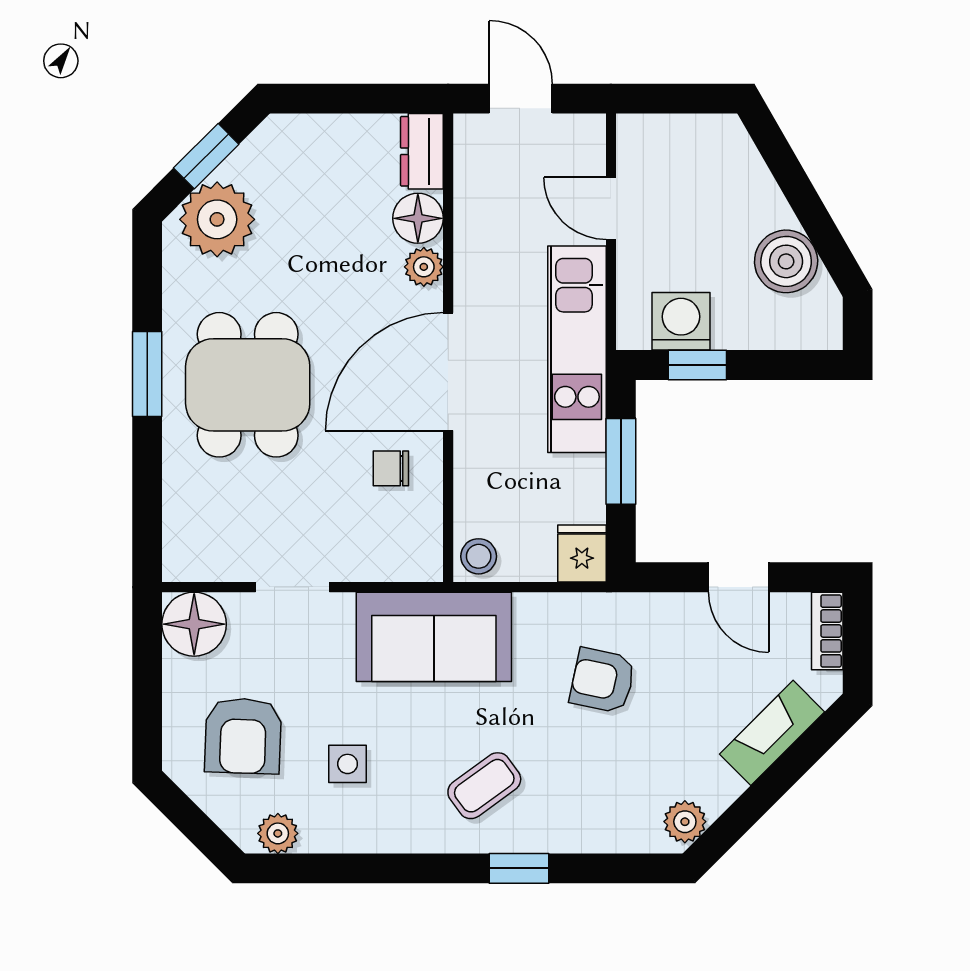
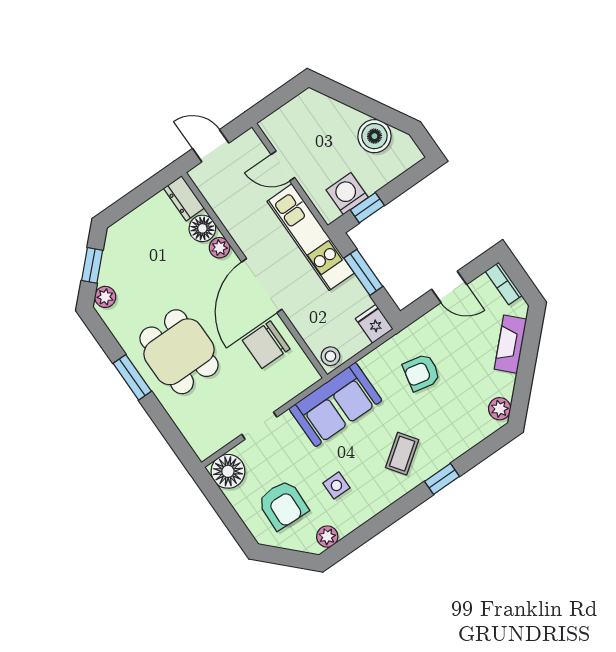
plant: (217, 219) -> (105, 297), width x0.53, depth x0.53
chair: (391, 468) -> (266, 345), width x1.87, depth x1.87

